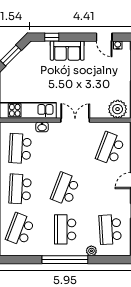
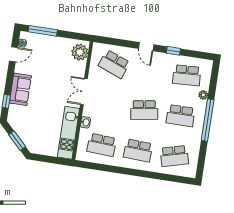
school desk: (65, 189) -> (144, 110), turned -30
school desk: (20, 229) -> (174, 156), turned -36

